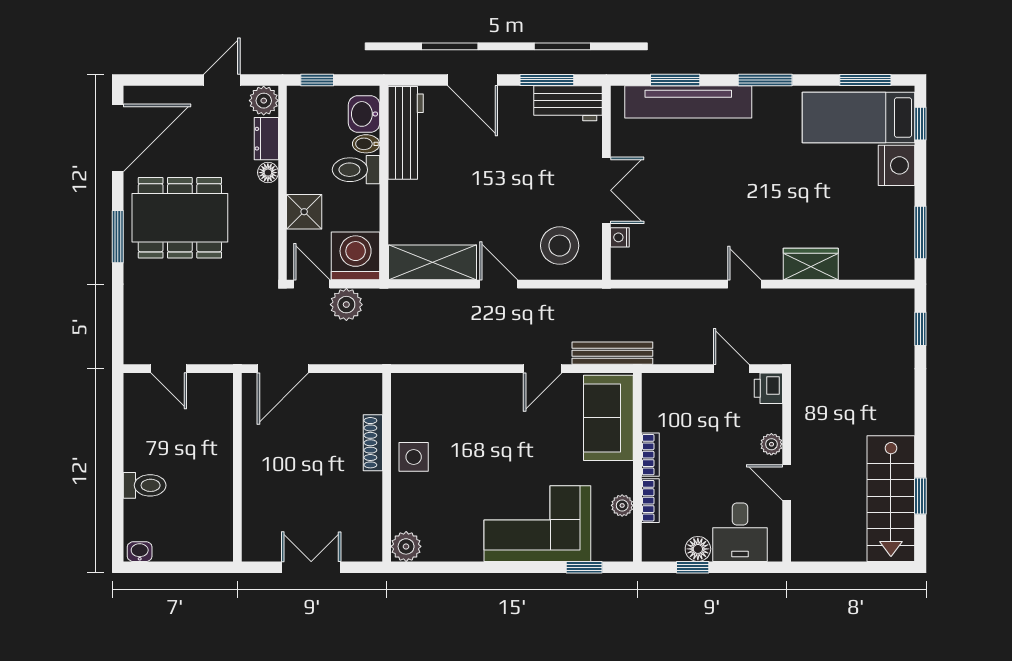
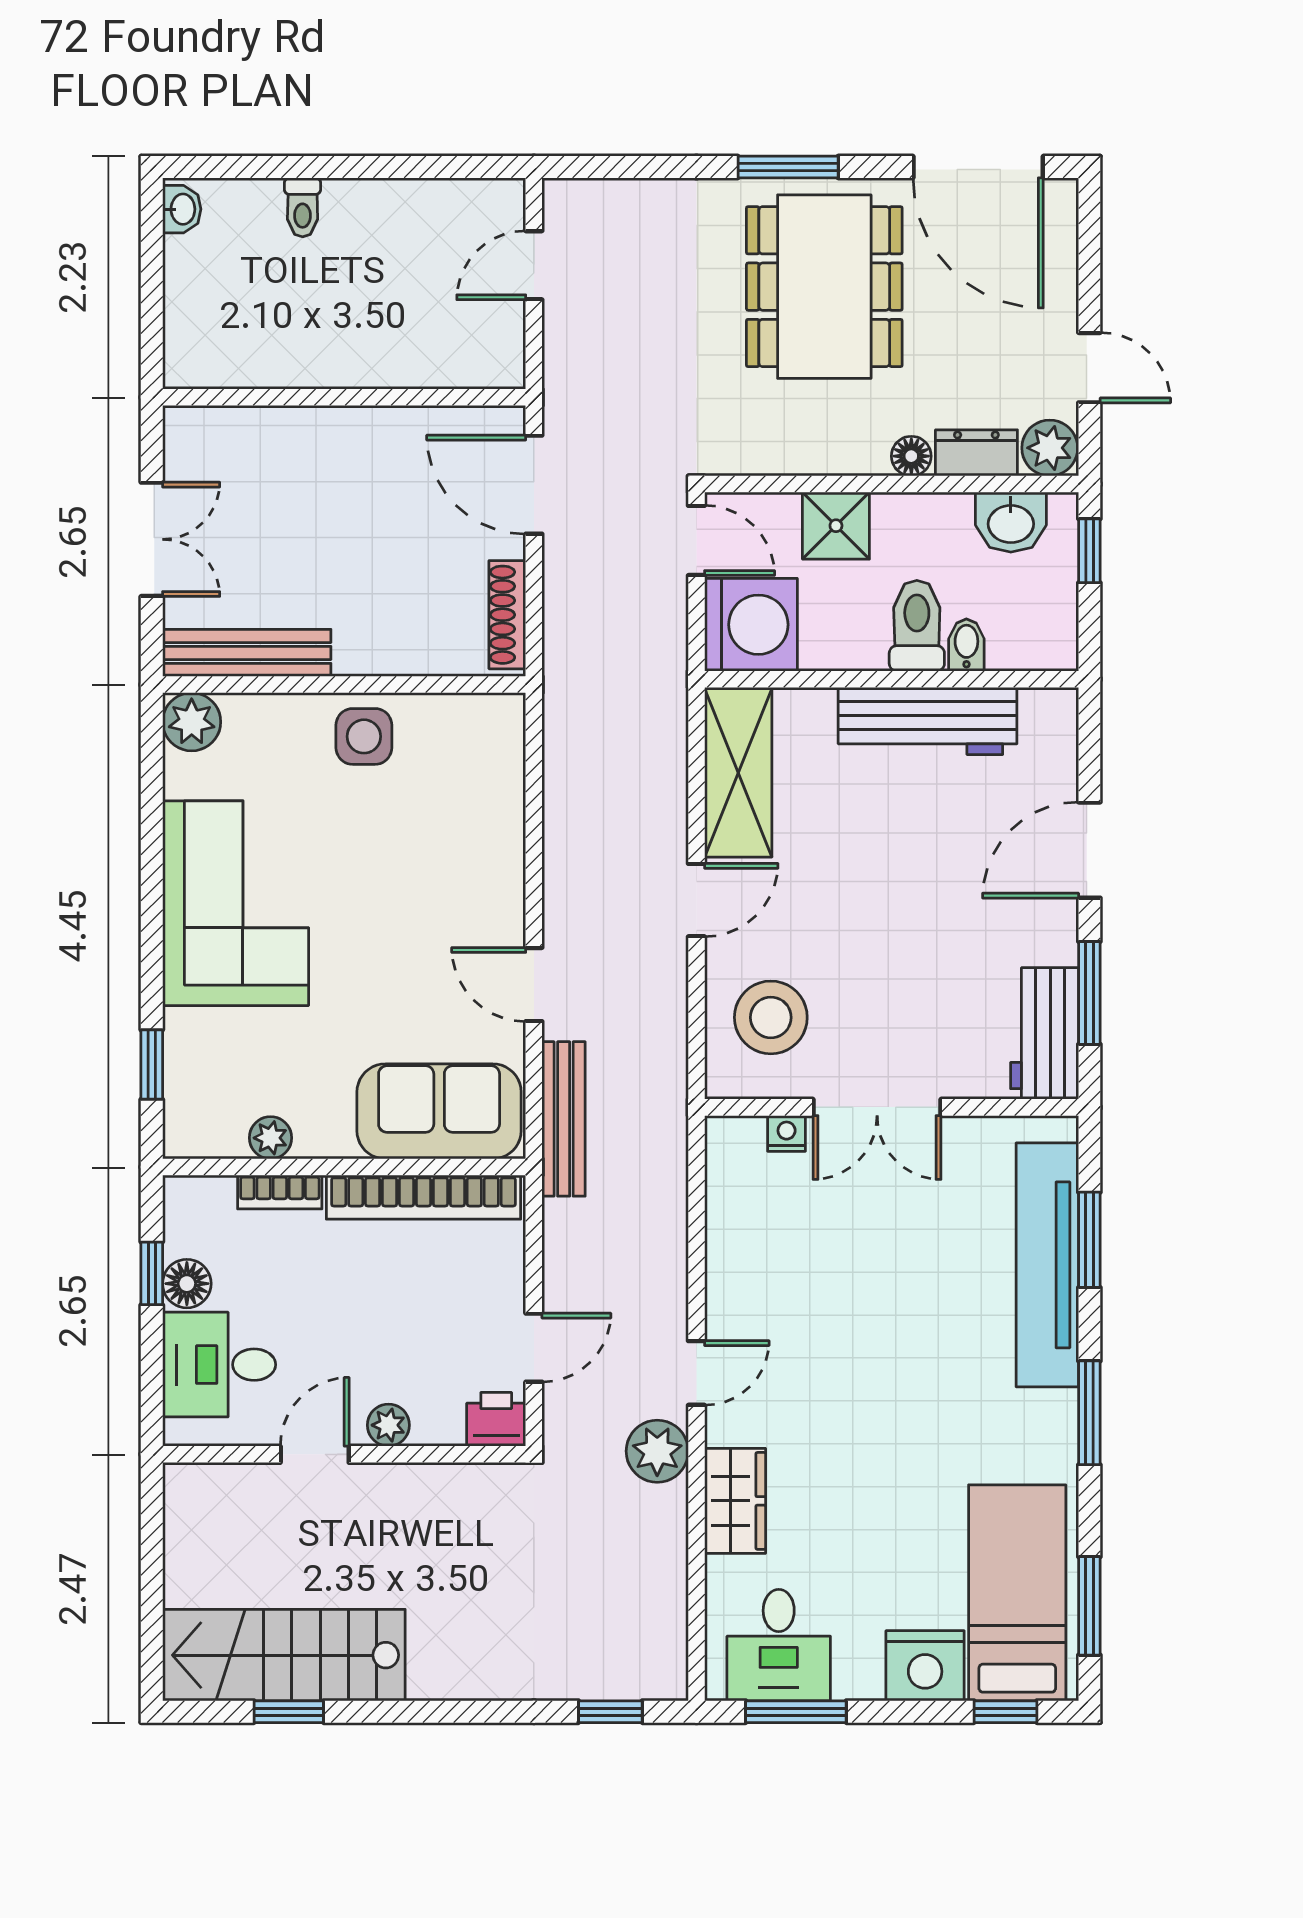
washbasin: (364, 114) -> (1011, 522), moved, turned 180
workbench: (406, 133) -> (928, 721), moved
desk: (886, 241) -> (779, 1645), added
door: (312, 284) -> (696, 540), hinge flipped
plant: (346, 305) -> (657, 1451), moved
shoe rack: (373, 443) -> (507, 615), moved, turned -90
bookcase: (650, 455) -> (423, 1197), width x2.31, depth x1.31
toilet: (145, 485) -> (303, 207), width x0.73, depth x0.72
bench: (370, 518) -> (247, 653), added
corner sofa: (537, 524) -> (236, 903), moved

